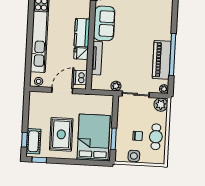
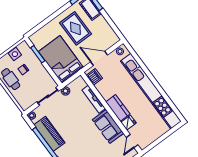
fridge: (81, 53) -> (128, 123), moved
door: (62, 90) -> (99, 58), swing flipped
plant: (161, 105) -> (25, 103), removed
bed: (94, 138) -> (61, 59), moved, turned 180

